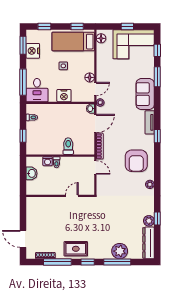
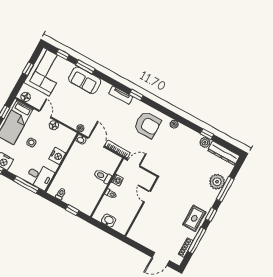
door: (95, 89) -> (45, 114), moved
sofa: (145, 94) -> (85, 80), moved
washing machine: (48, 161) -> (117, 180), moved

